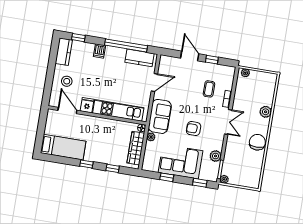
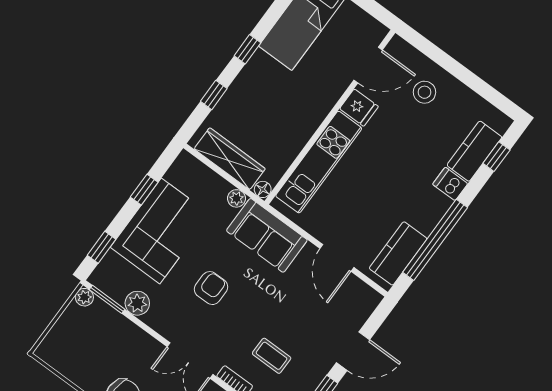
kitchen counter: (64, 52) -> (474, 151), moved, turned 90

